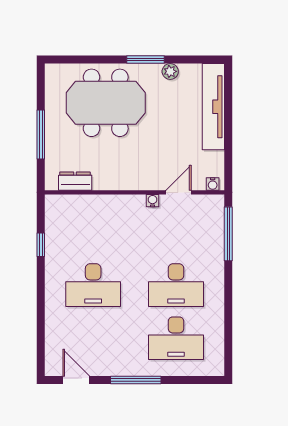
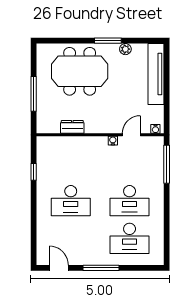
dresser: (75, 181) -> (72, 127), moved

